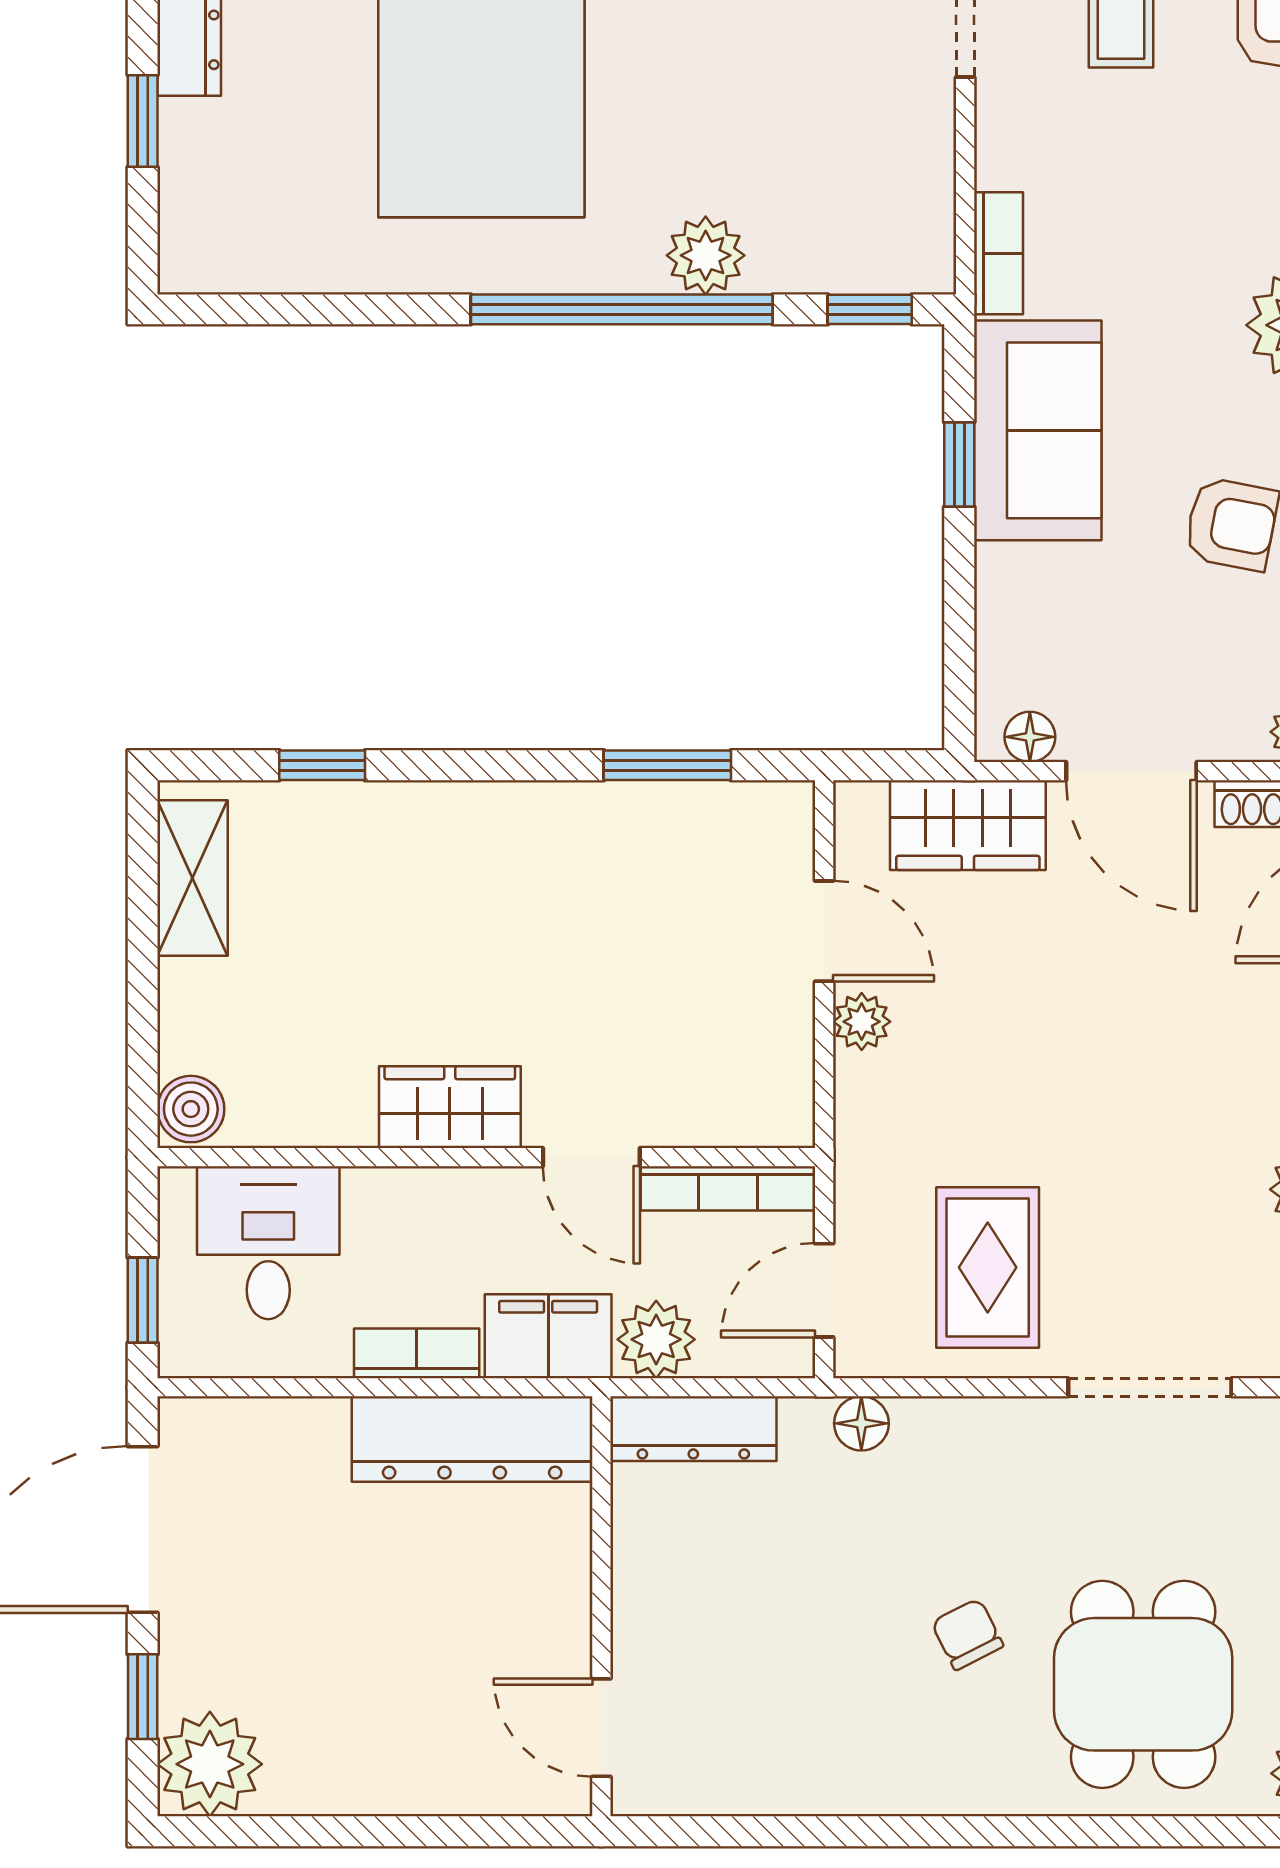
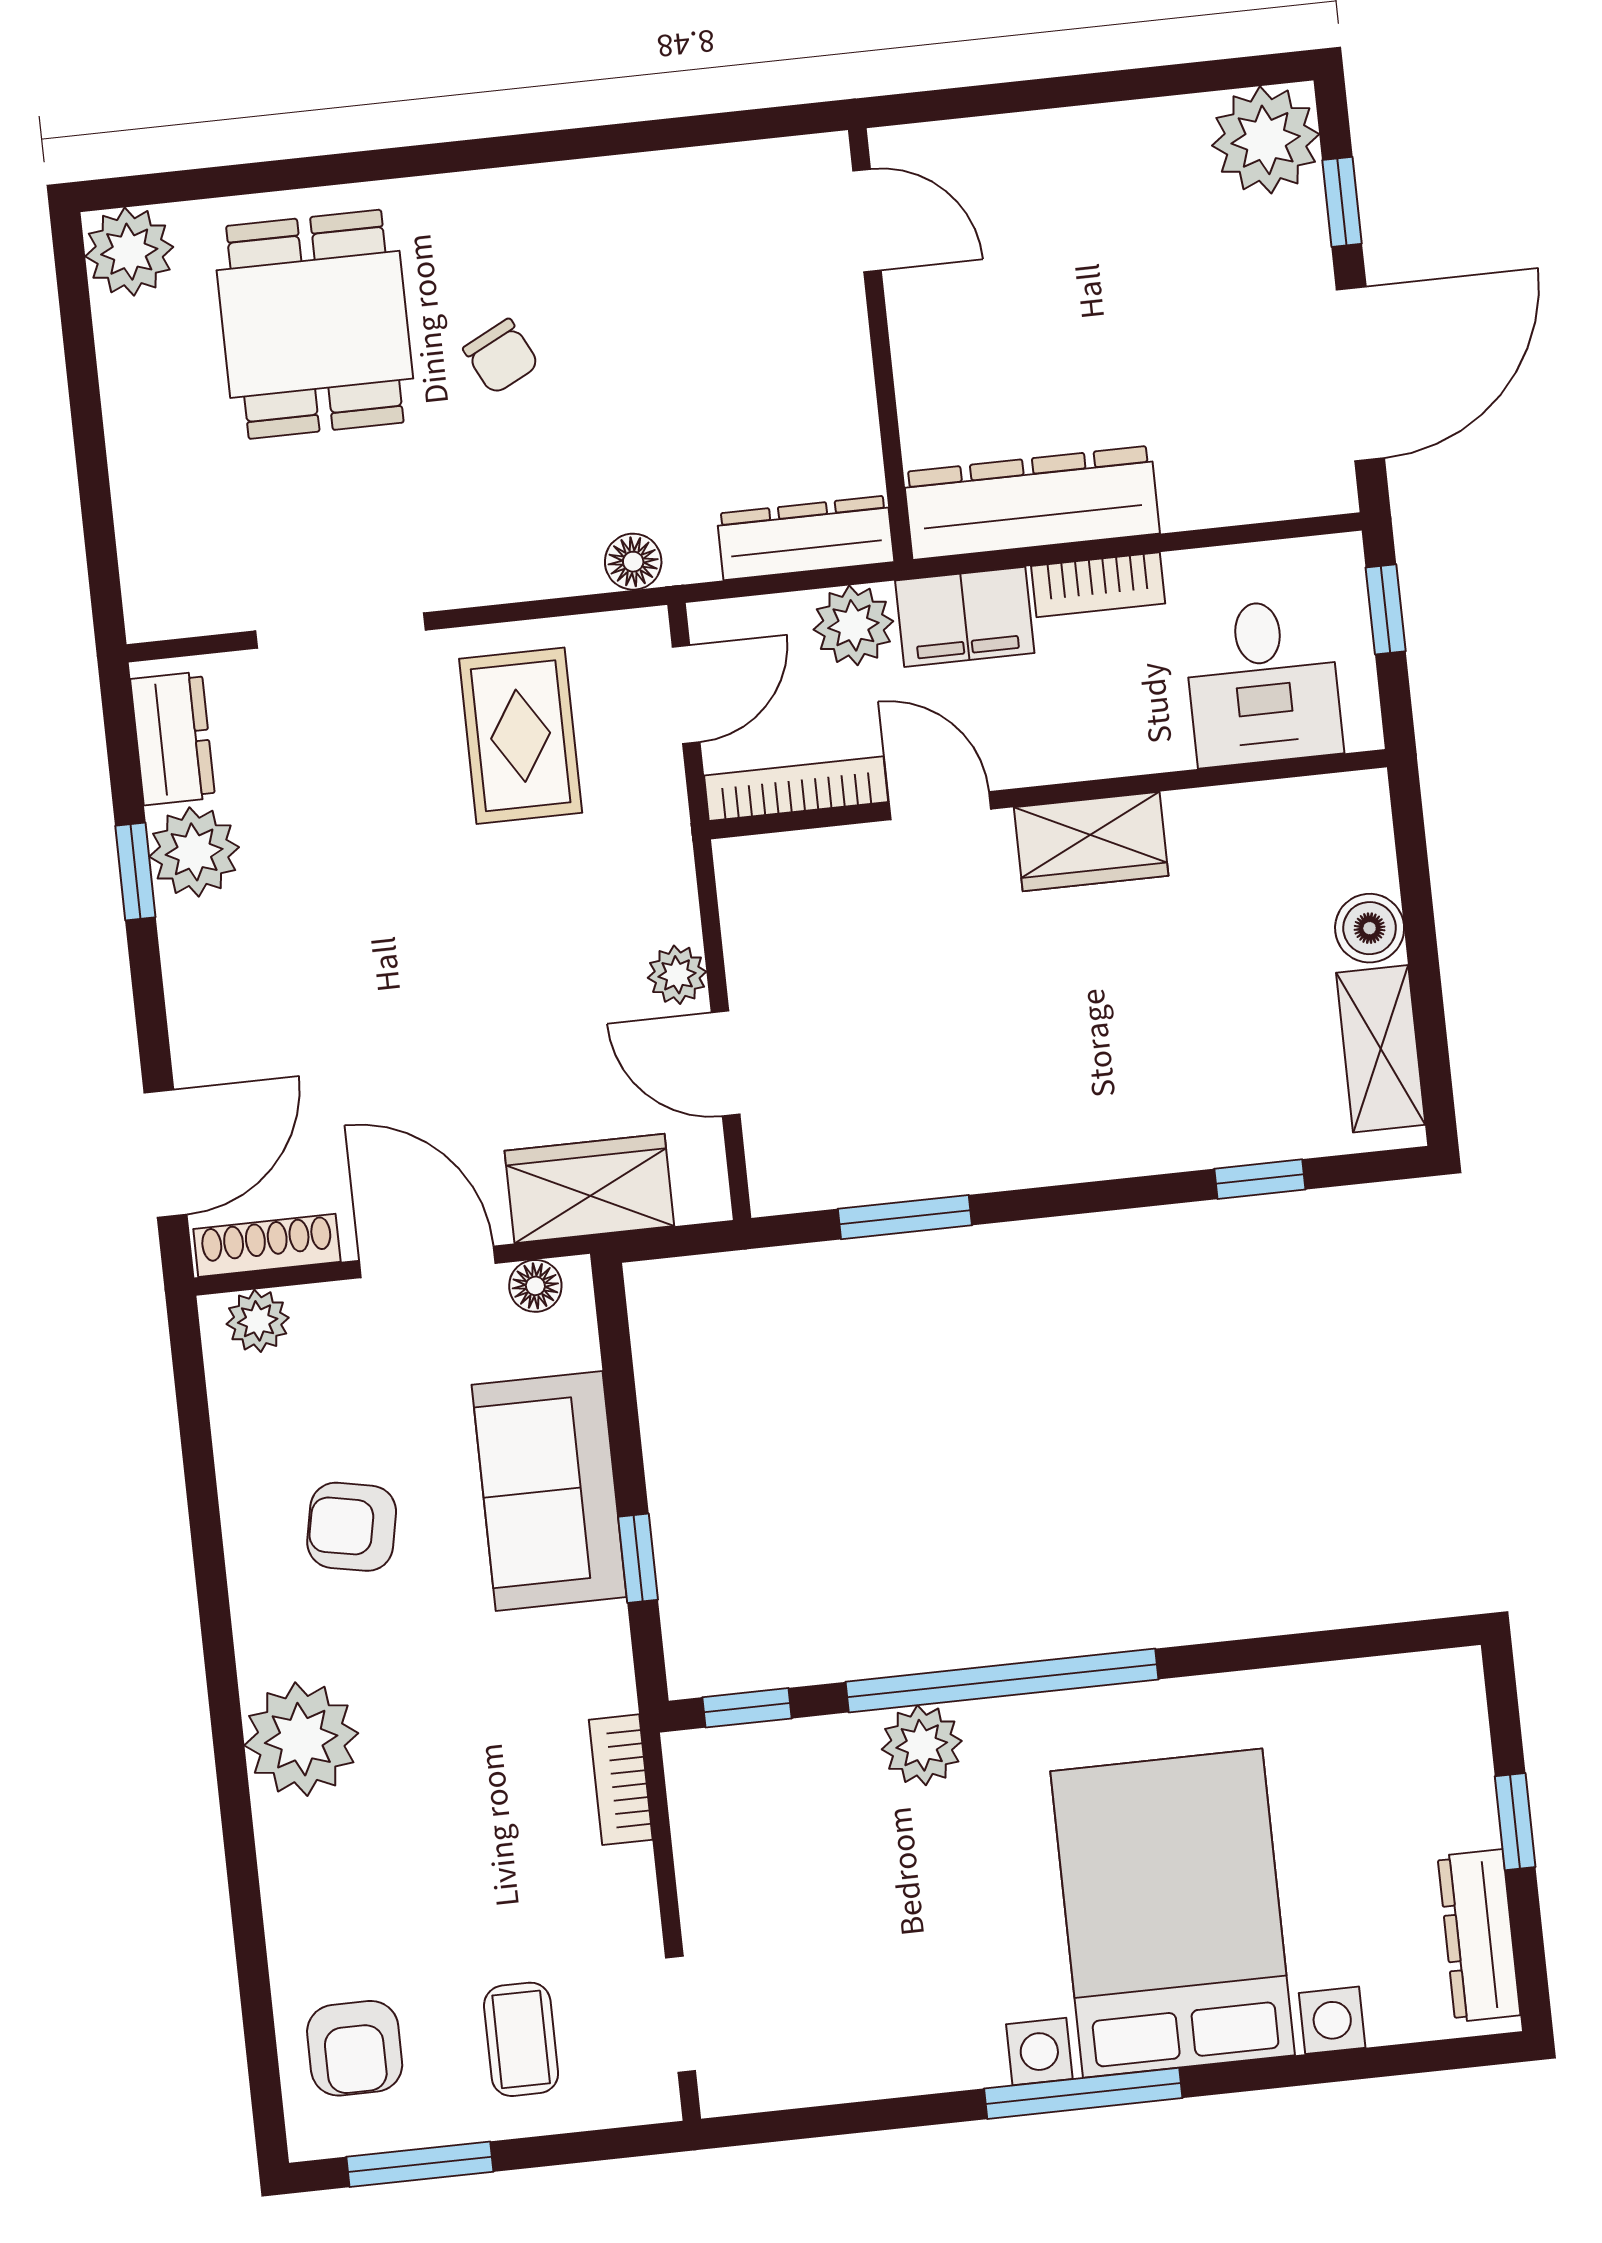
sofa: (1038, 430) -> (549, 1491), moved
boiler: (191, 1109) -> (1370, 928), moved

